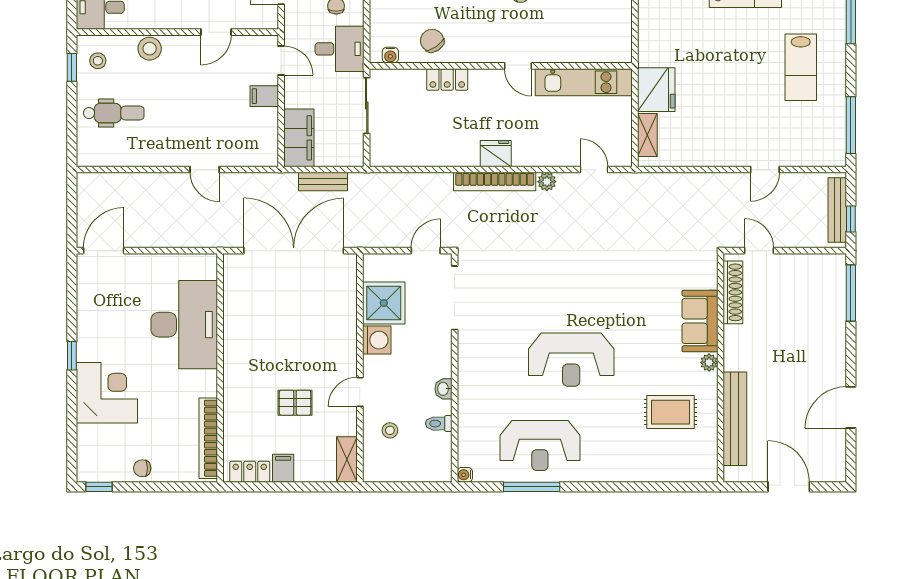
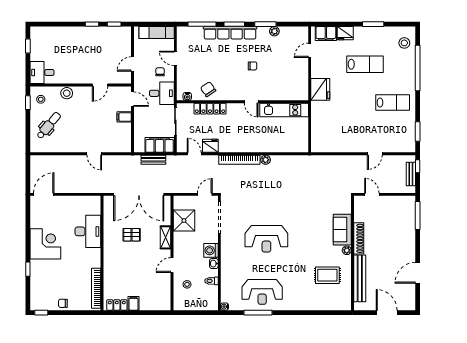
lab bench: (801, 67) -> (393, 102), turned -90
locker: (447, 79) -> (210, 109), width x1.53
fridge: (656, 90) -> (320, 89), moved
dental chair: (114, 113) -> (49, 125), turned -50
window: (851, 125) -> (418, 131), width x0.69
shelving: (647, 135) -> (316, 136), removed
filing cabinet: (299, 138) -> (160, 145), moved, turned -90
fridge: (496, 154) -> (210, 146), moved
door: (594, 170) -> (194, 154), moved
bench: (837, 210) -> (411, 174), width x0.73
window: (851, 219) -> (418, 166), moved
double door: (294, 251) -> (139, 194), swing flipped
shoe rack: (733, 292) -> (359, 238), moved
desk: (184, 325) -> (88, 231), width x0.73, depth x0.77
washing machine: (377, 340) -> (211, 250), moved, turned 180
window: (72, 356) -> (28, 269), moved
reception desk: (571, 360) -> (266, 239), moved
corner desk: (107, 393) -> (45, 244), moved
pallet: (295, 403) -> (132, 235), moved
shelving: (347, 459) -> (165, 237), moved

